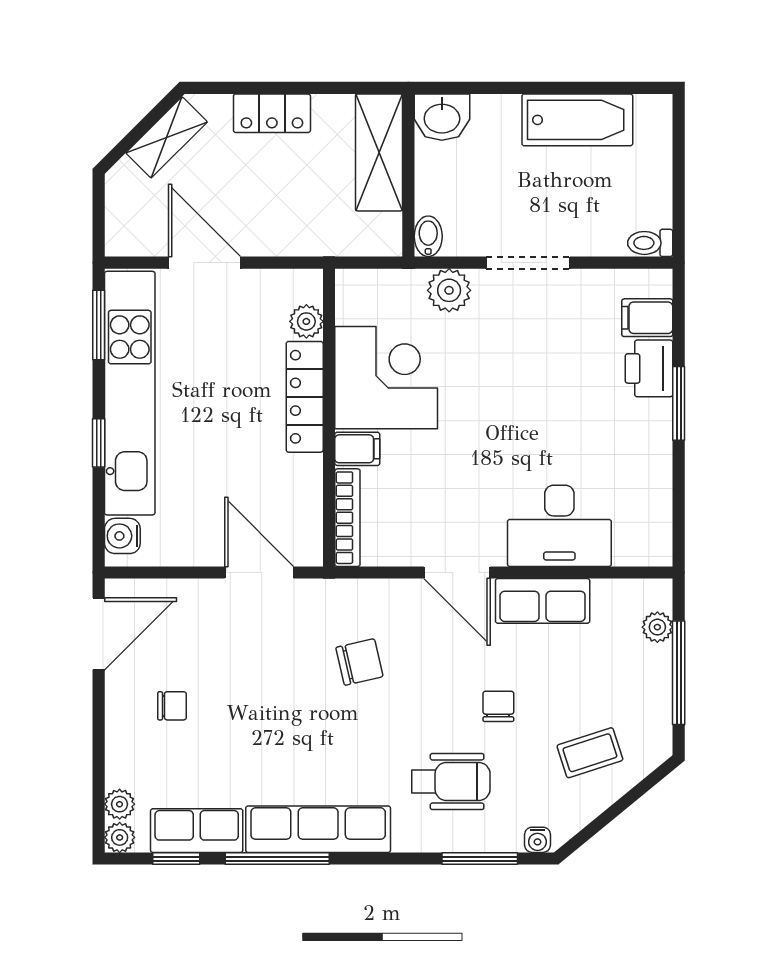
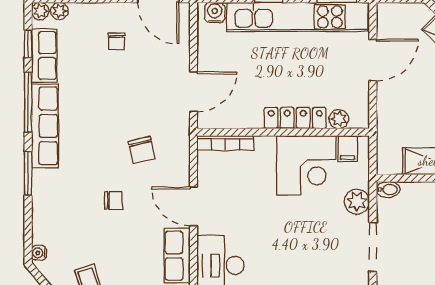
filing cabinet: (357, 449) -> (347, 149), moved
door: (457, 573) -> (194, 206), hinge flipped
chair: (498, 706) -> (114, 201), moved
wheelchair: (451, 781) -> (73, 203), removed
window: (480, 859) -> (28, 173), moved

